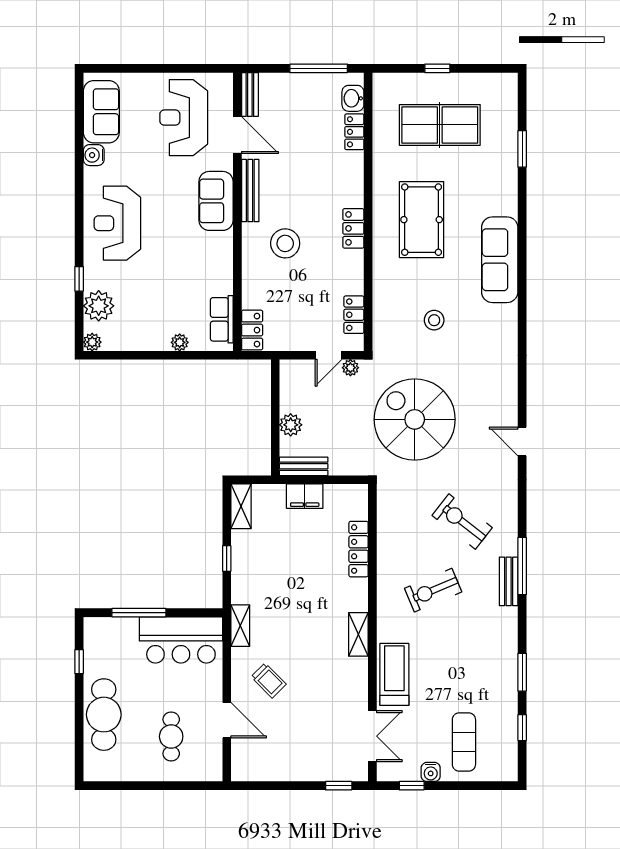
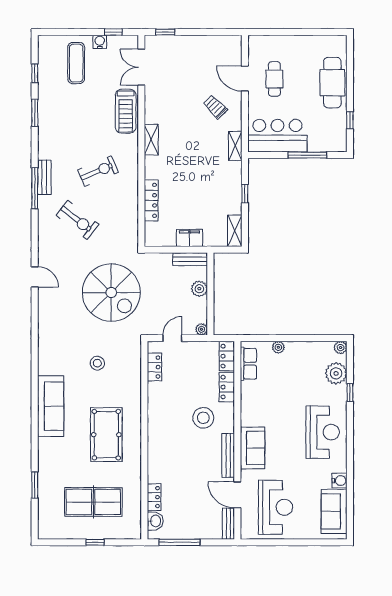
locker: (353, 228) -> (227, 387), moved, turned 180
plant: (350, 368) -> (201, 329), moved
cafe table: (171, 736) -> (274, 79), moved

